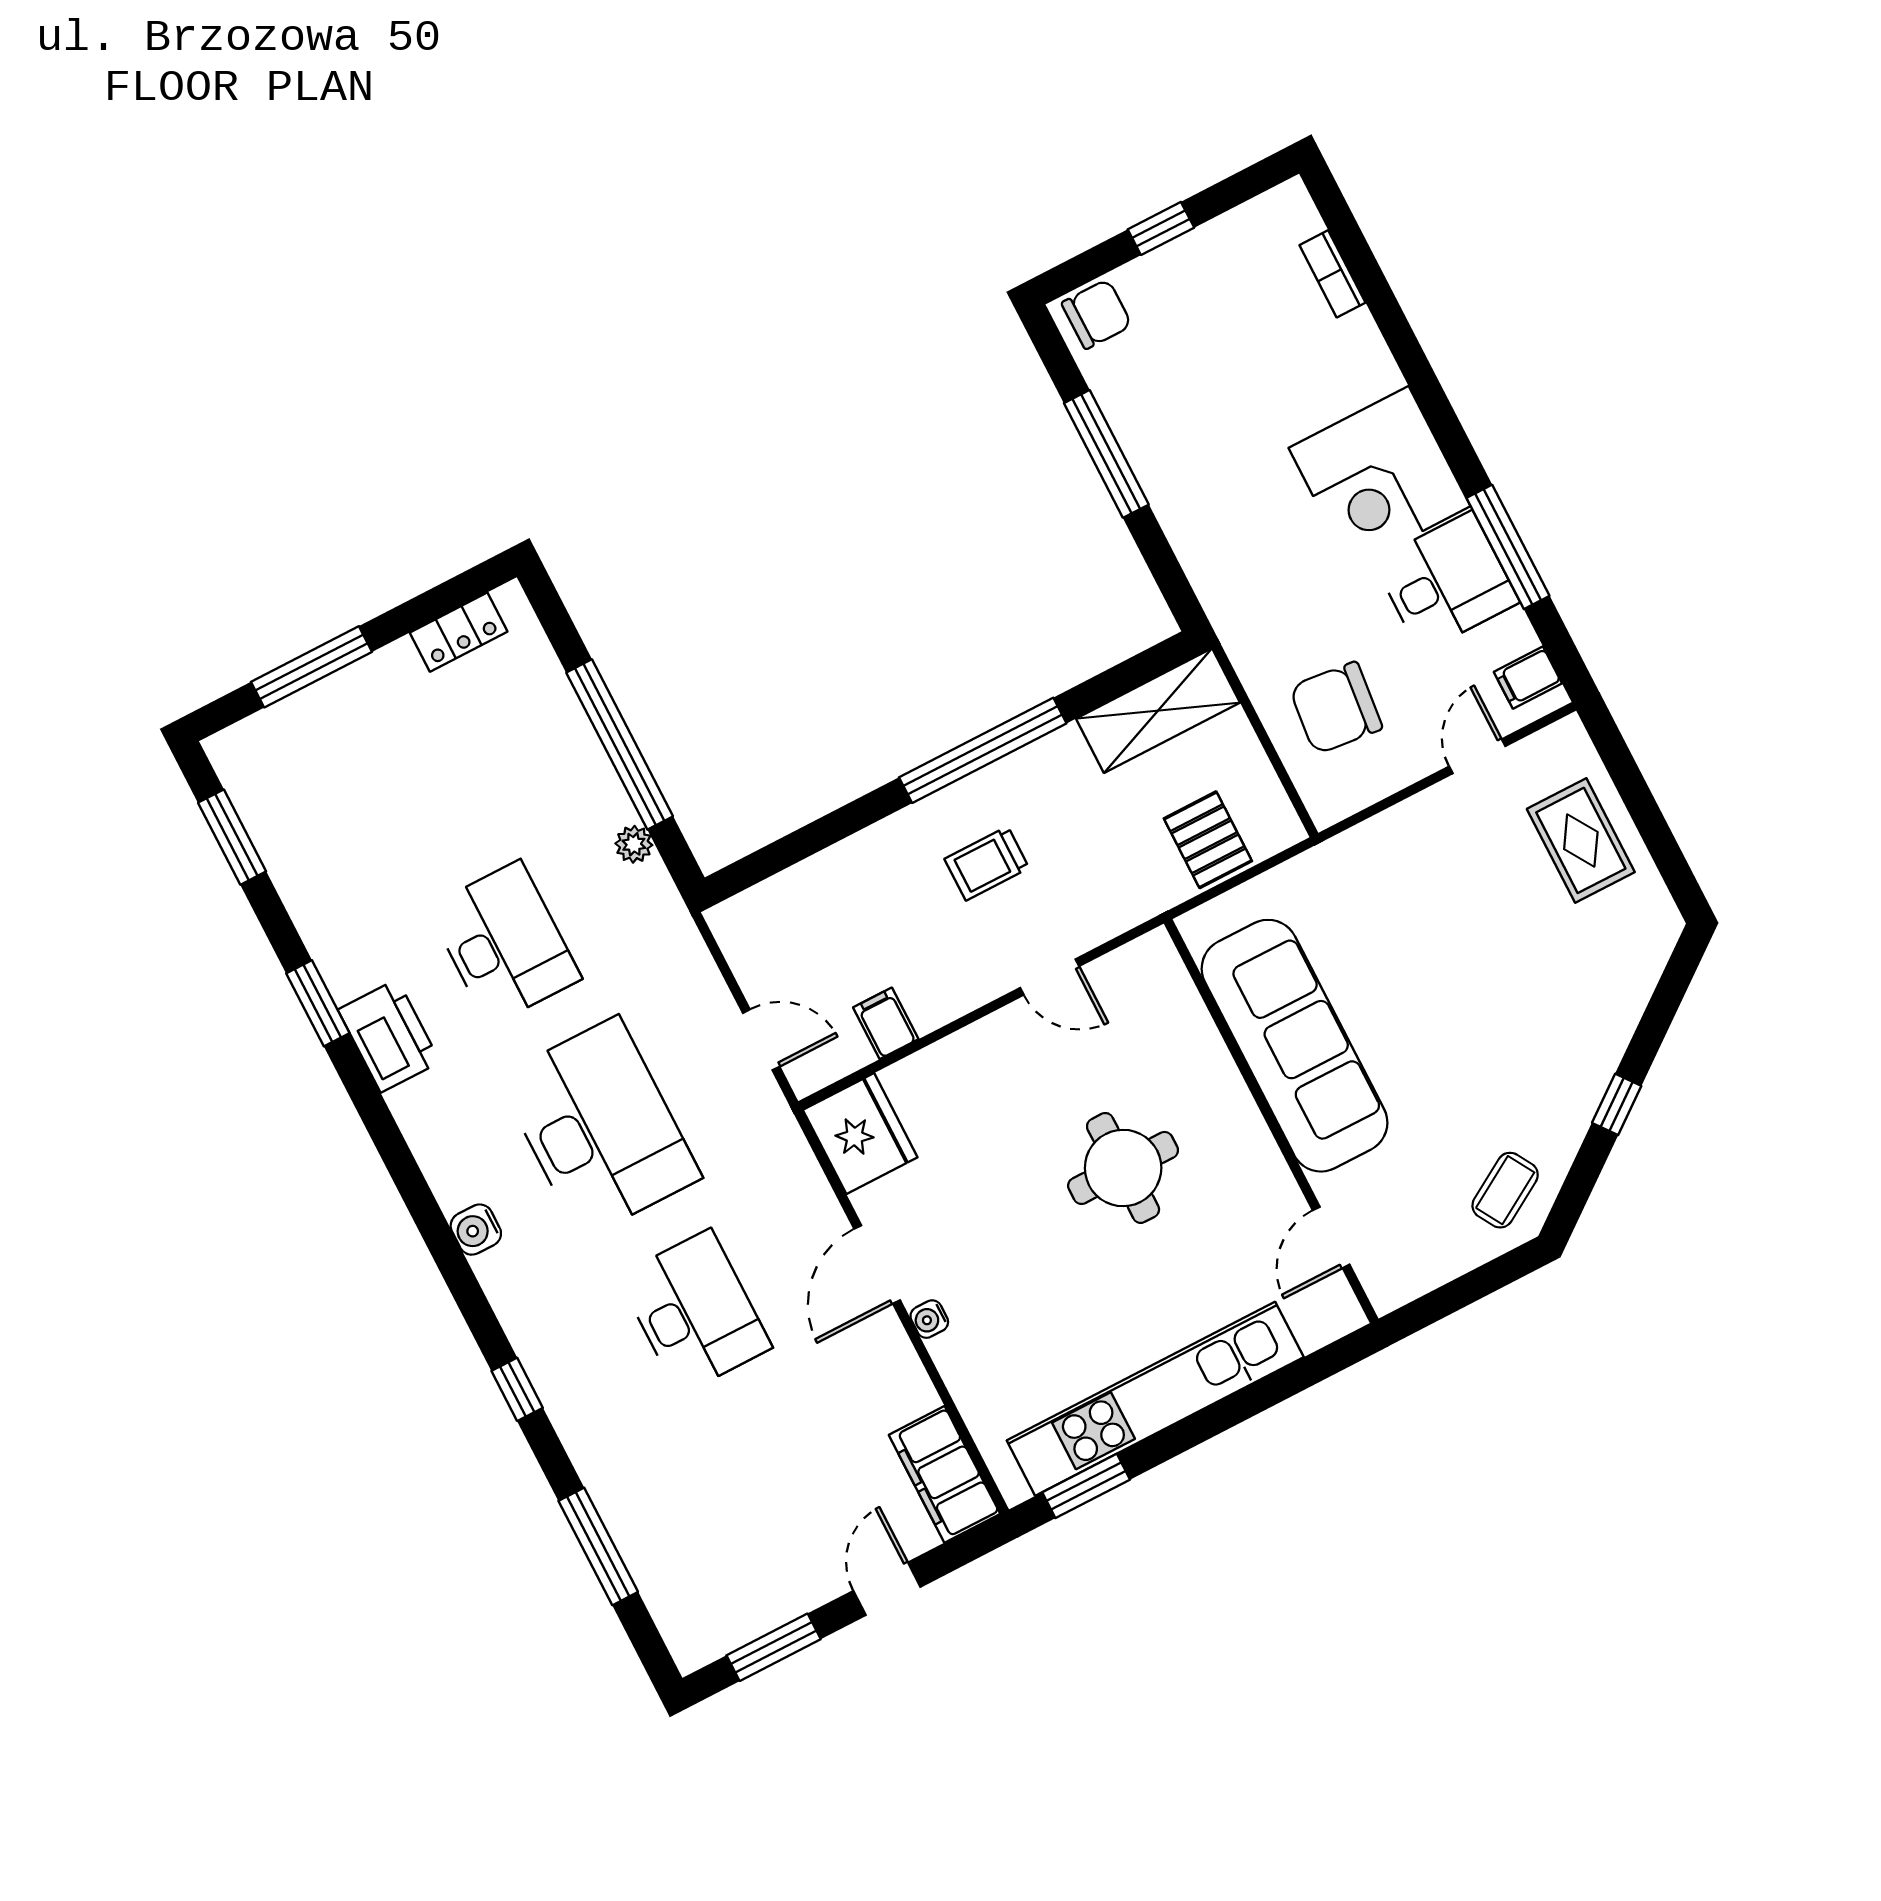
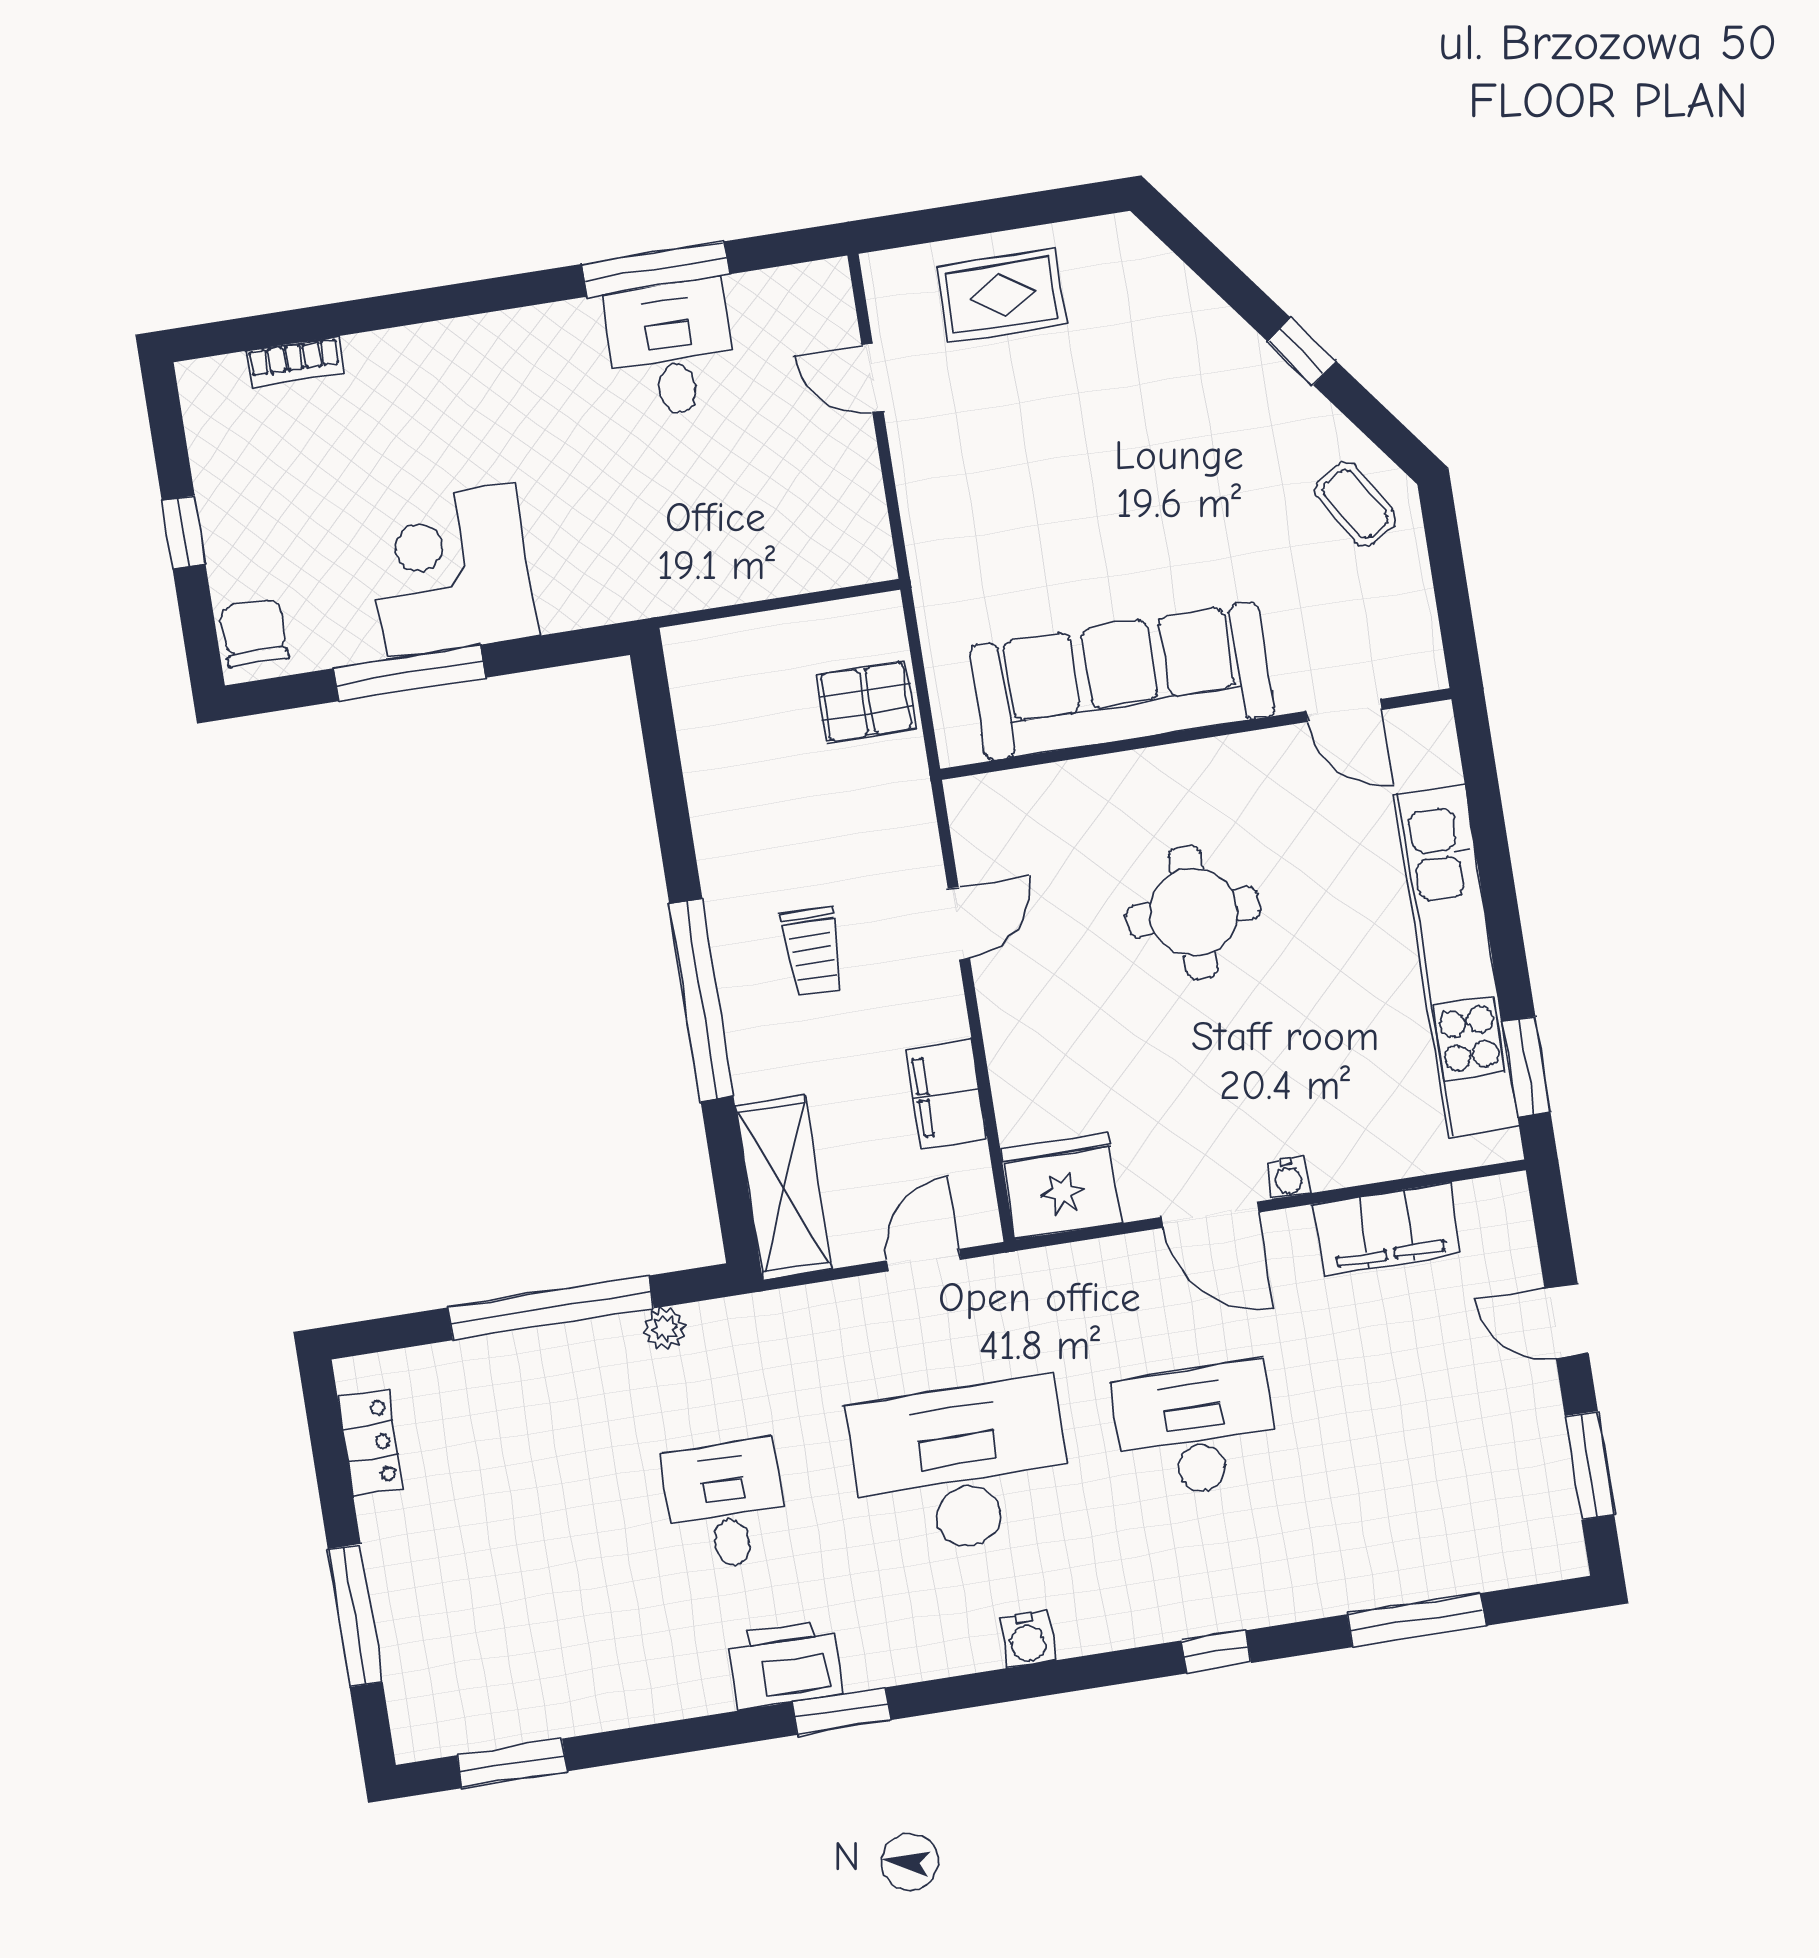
corner desk: (1379, 477) -> (451, 571), moved, turned 180
filing cabinet: (1528, 678) -> (805, 294), removed
chair: (1336, 708) -> (769, 515), removed
shelving: (1158, 711) -> (784, 1188), moved
window: (983, 750) -> (701, 1000), moved
desk: (505, 943) -> (726, 1505), width x0.73
window: (318, 1003) -> (841, 1711), moved
filing cabinet: (886, 1023) -> (946, 1094), width x2.00
filing cabinet: (945, 1474) -> (1387, 1229), moved

